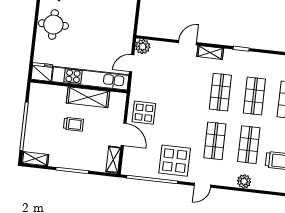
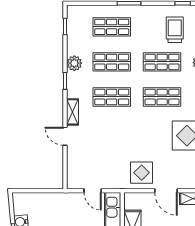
plant: (143, 47) -> (74, 63), moved
door: (124, 134) -> (166, 191), swing flipped

